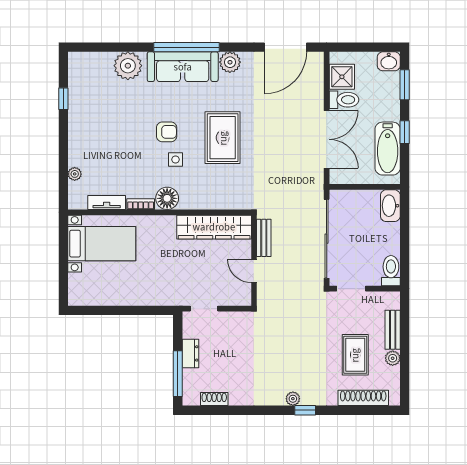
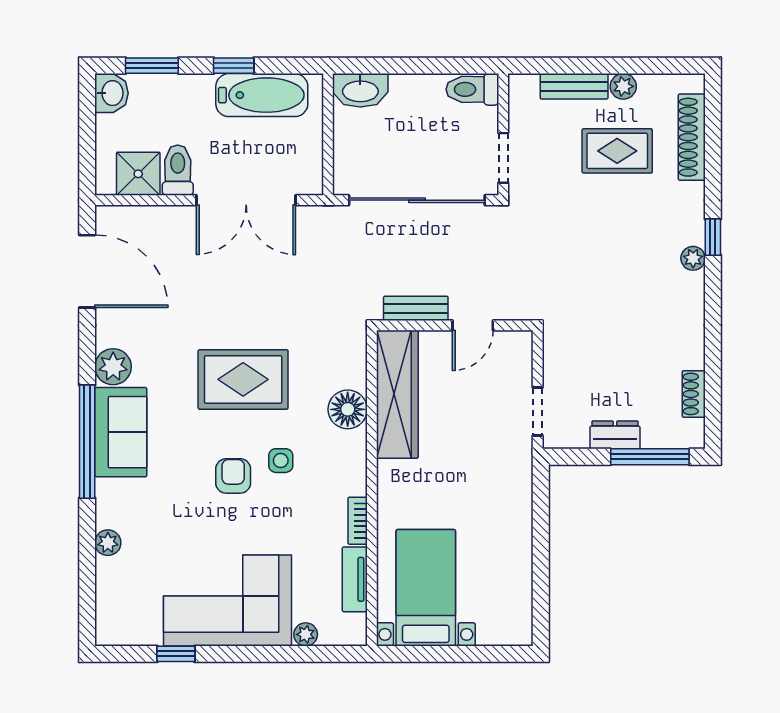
plant: (128, 66) -> (108, 543), width x0.53, depth x0.53
sofa: (183, 67) -> (121, 432), width x0.73
corner sofa: (94, 129) -> (228, 601), added
double door: (327, 139) -> (246, 200), swing flipped
floor lamp: (167, 198) -> (348, 409), moved

